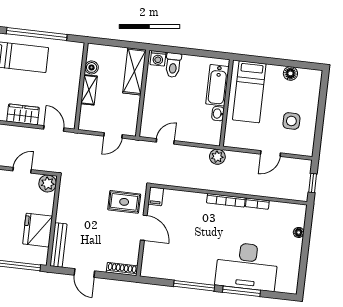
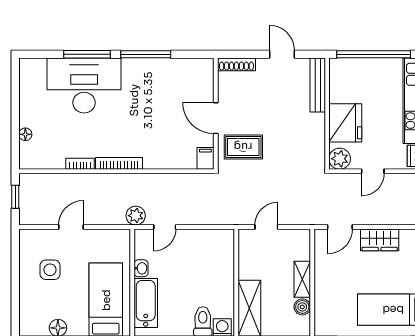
door: (54, 128) -> (340, 227), hinge flipped
door: (165, 141) -> (165, 227), moved
fridge: (38, 230) -> (345, 123), moved

